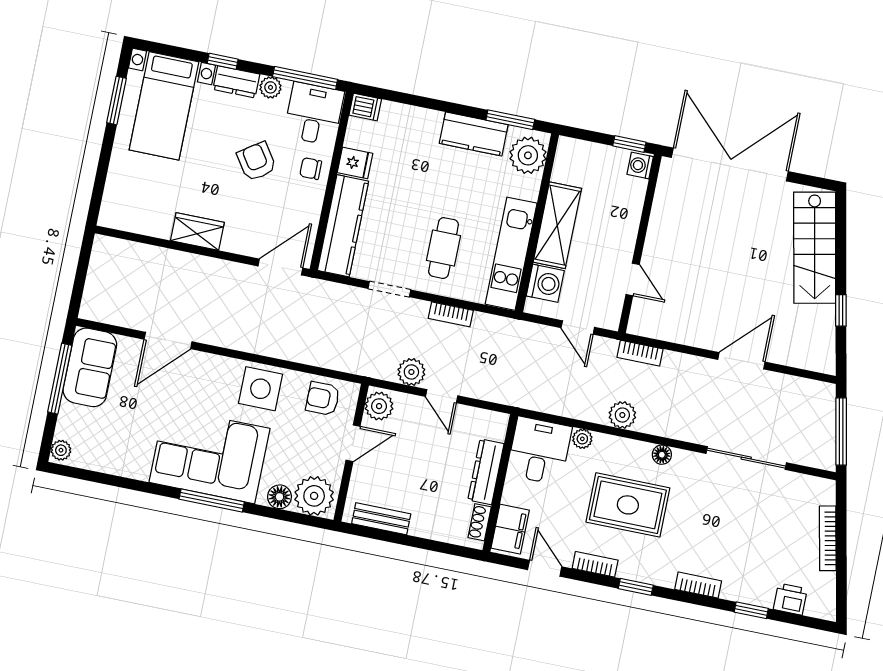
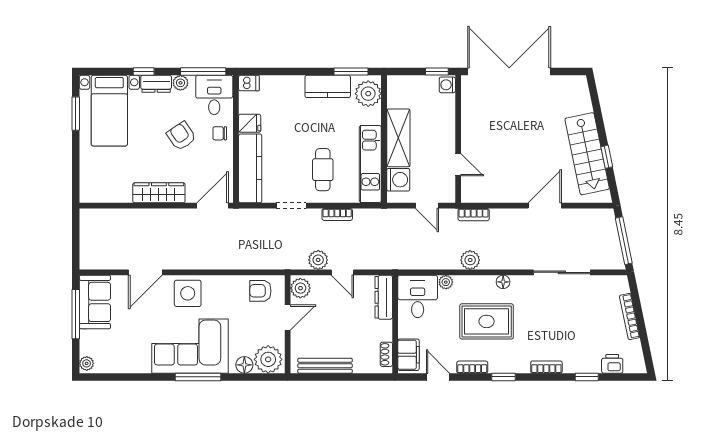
wardrobe: (197, 232) -> (159, 193), width x1.50
stairs: (815, 248) -> (587, 154), moved
side table: (260, 389) -> (188, 293), moved
dresser: (486, 472) -> (384, 297), moved
bench: (381, 519) -> (325, 366), width x1.36

